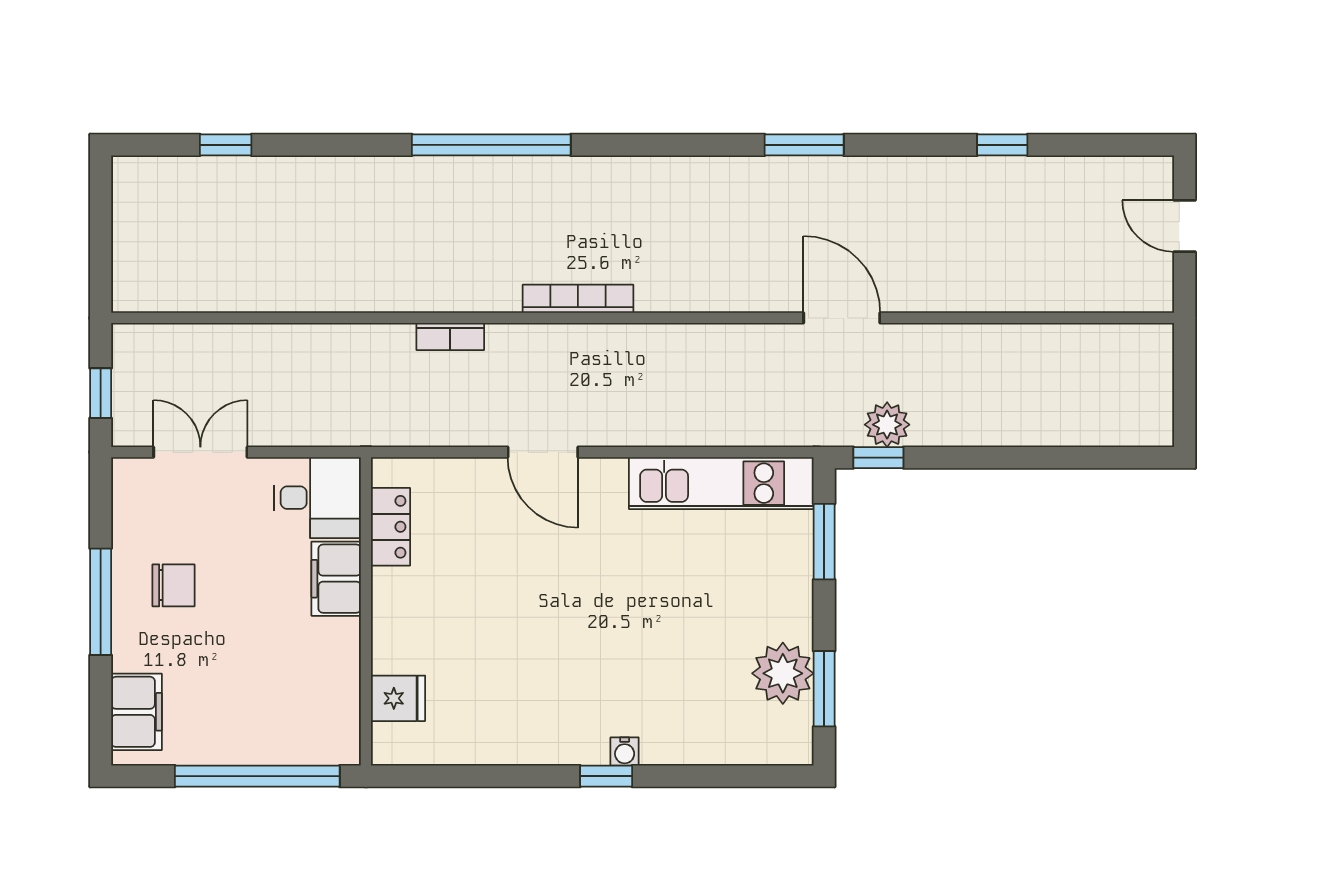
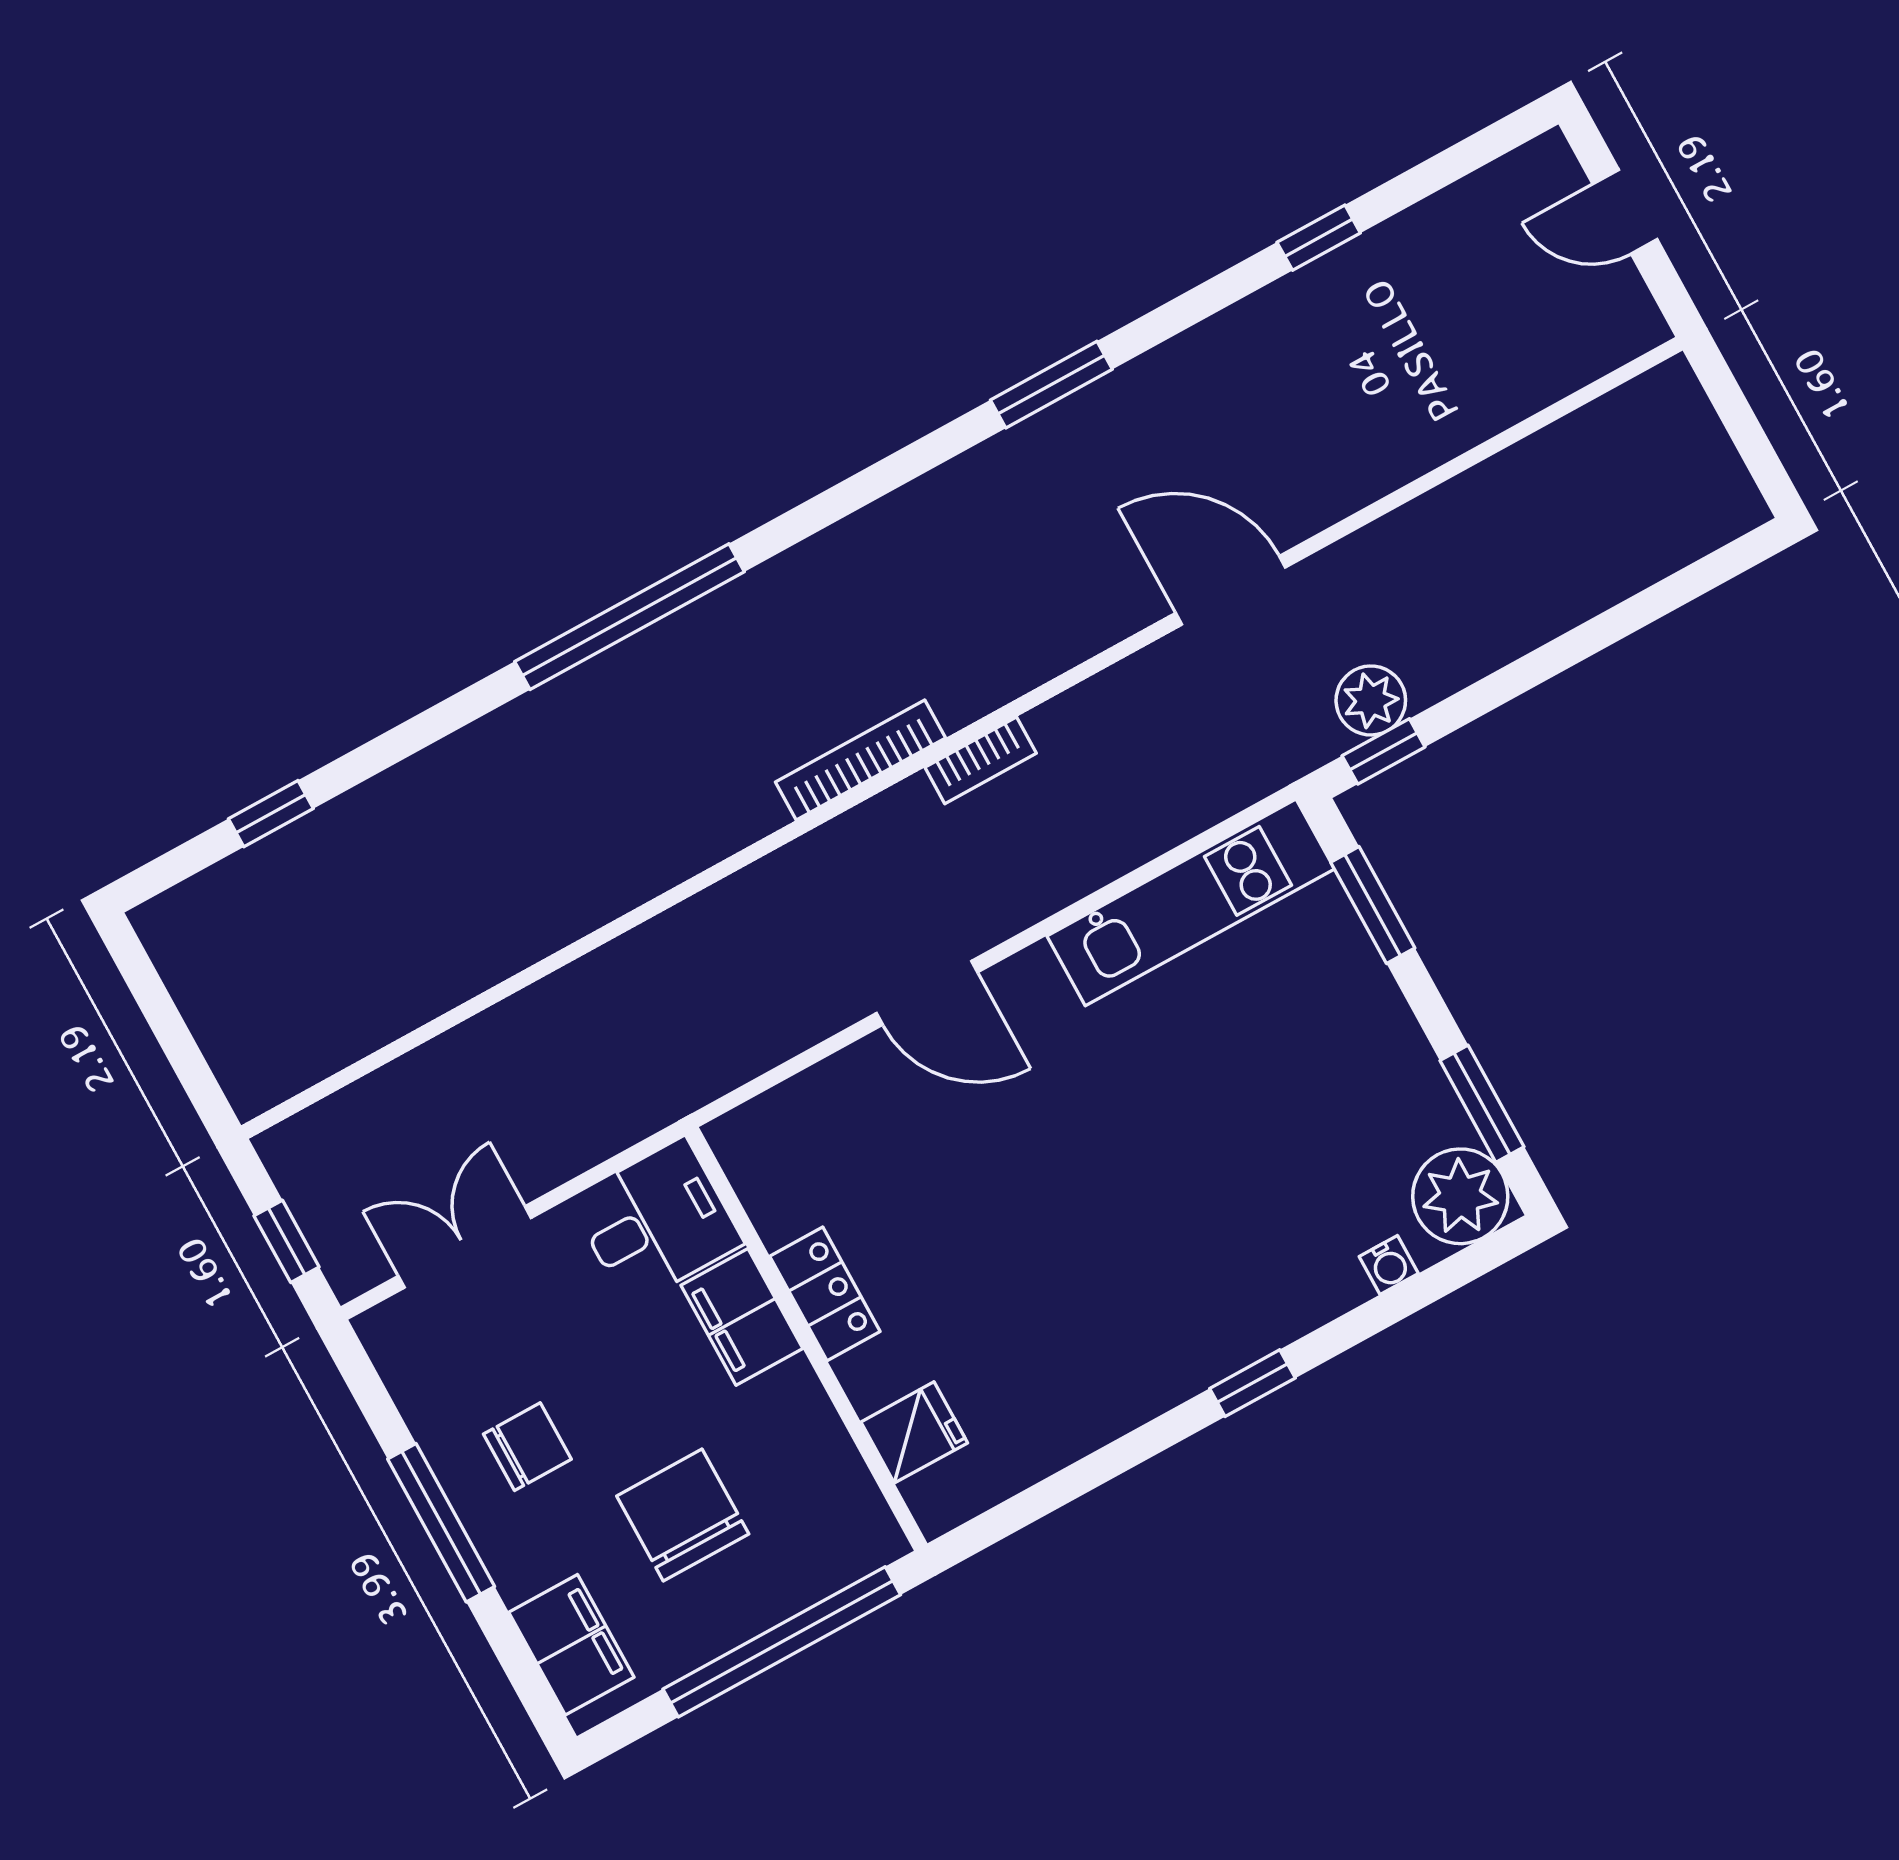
bookcase: (450, 337) -> (981, 760), moved
locker: (391, 527) -> (825, 1294), moved
chair: (240, 673) -> (683, 1515), added
plant: (783, 673) -> (1460, 1196), moved
water cooler: (625, 751) -> (1389, 1265), moved

